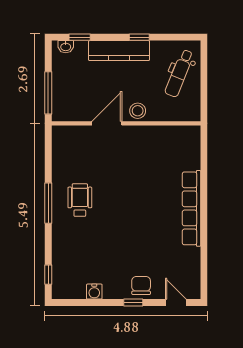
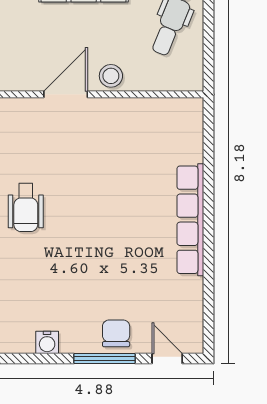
wheelchair: (80, 200) -> (26, 208), turned 180
window: (133, 303) -> (104, 359), width x2.17

